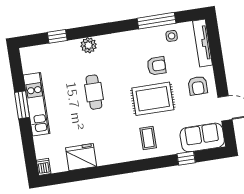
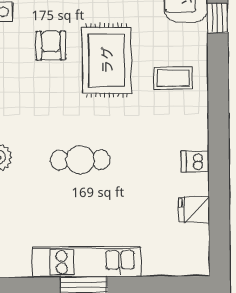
fridge: (81, 157) -> (194, 210), width x0.53, depth x0.75
dishwasher: (44, 167) -> (195, 162), moved

